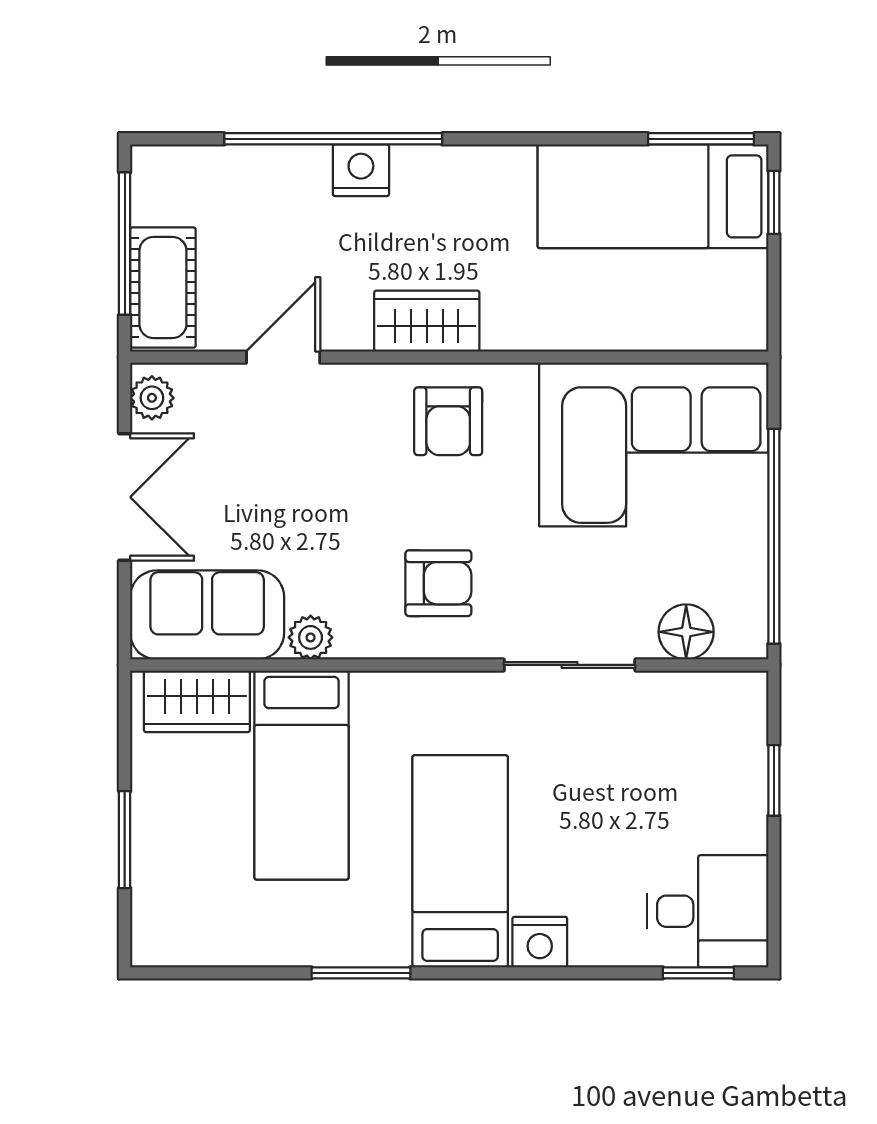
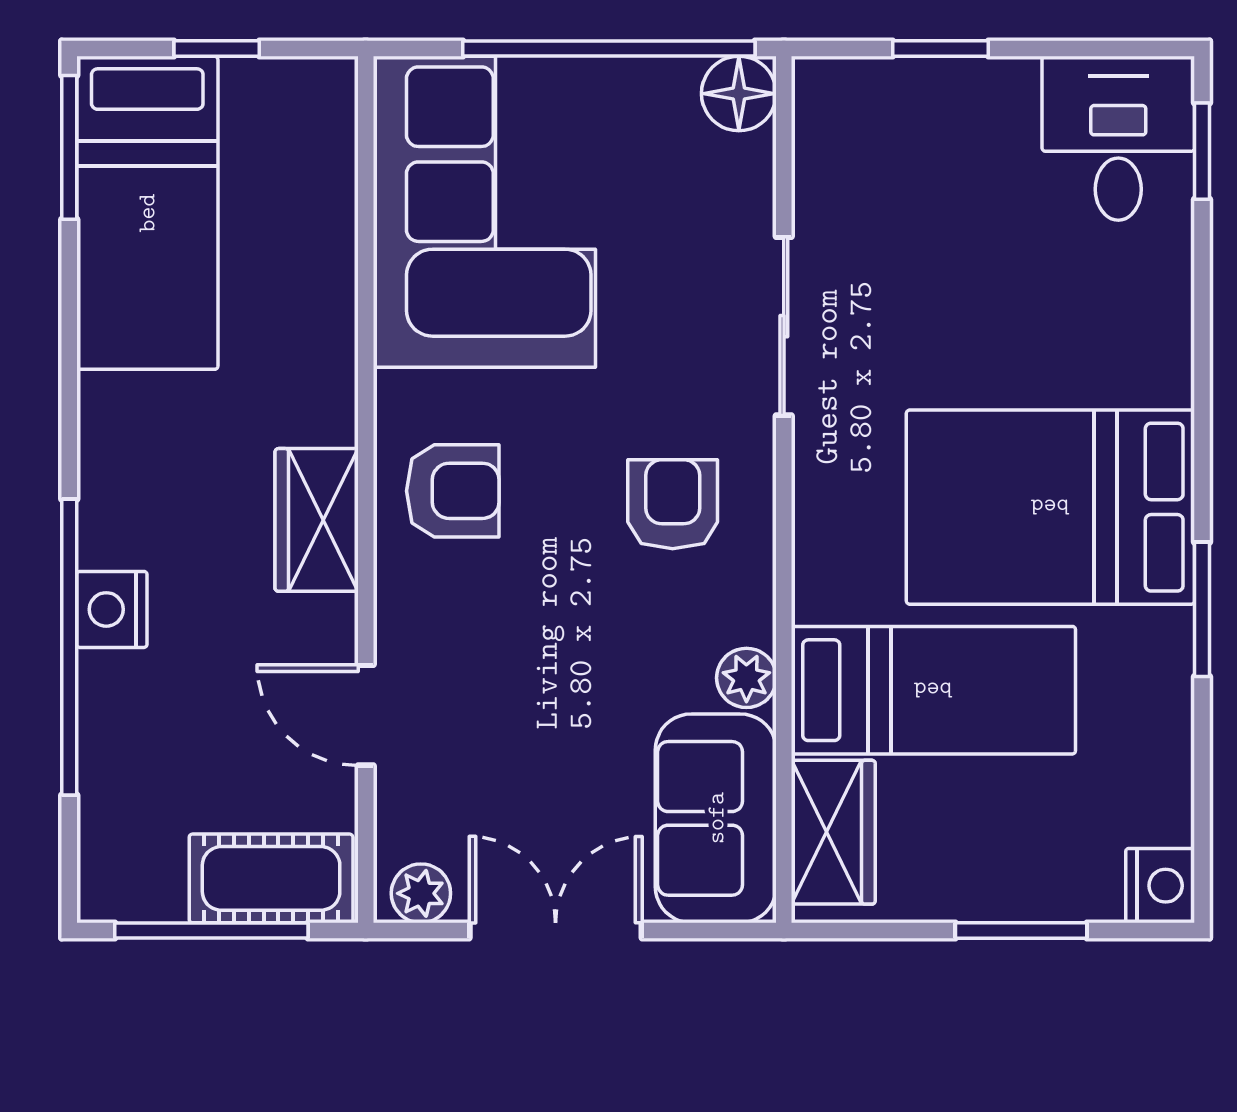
window: (774, 202) -> (217, 49), moved
floor lamp: (686, 632) -> (739, 94), moved
bed: (460, 861) -> (1050, 507), width x1.50
nightstand: (540, 942) -> (1160, 886), moved

